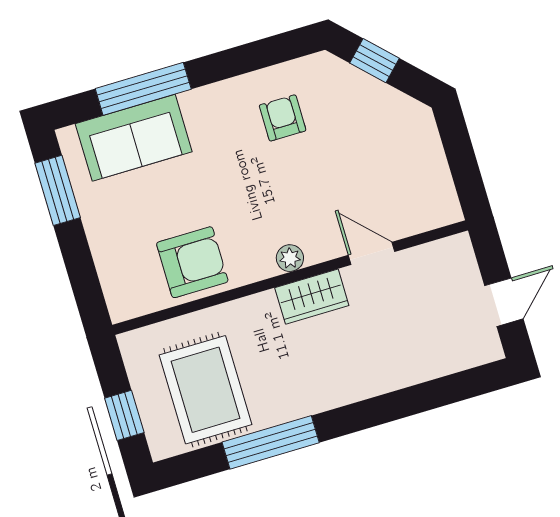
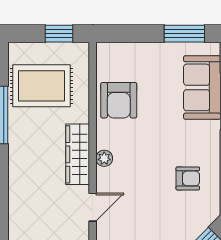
wardrobe: (312, 297) -> (78, 154), width x1.50
window: (124, 415) -> (59, 34), moved

